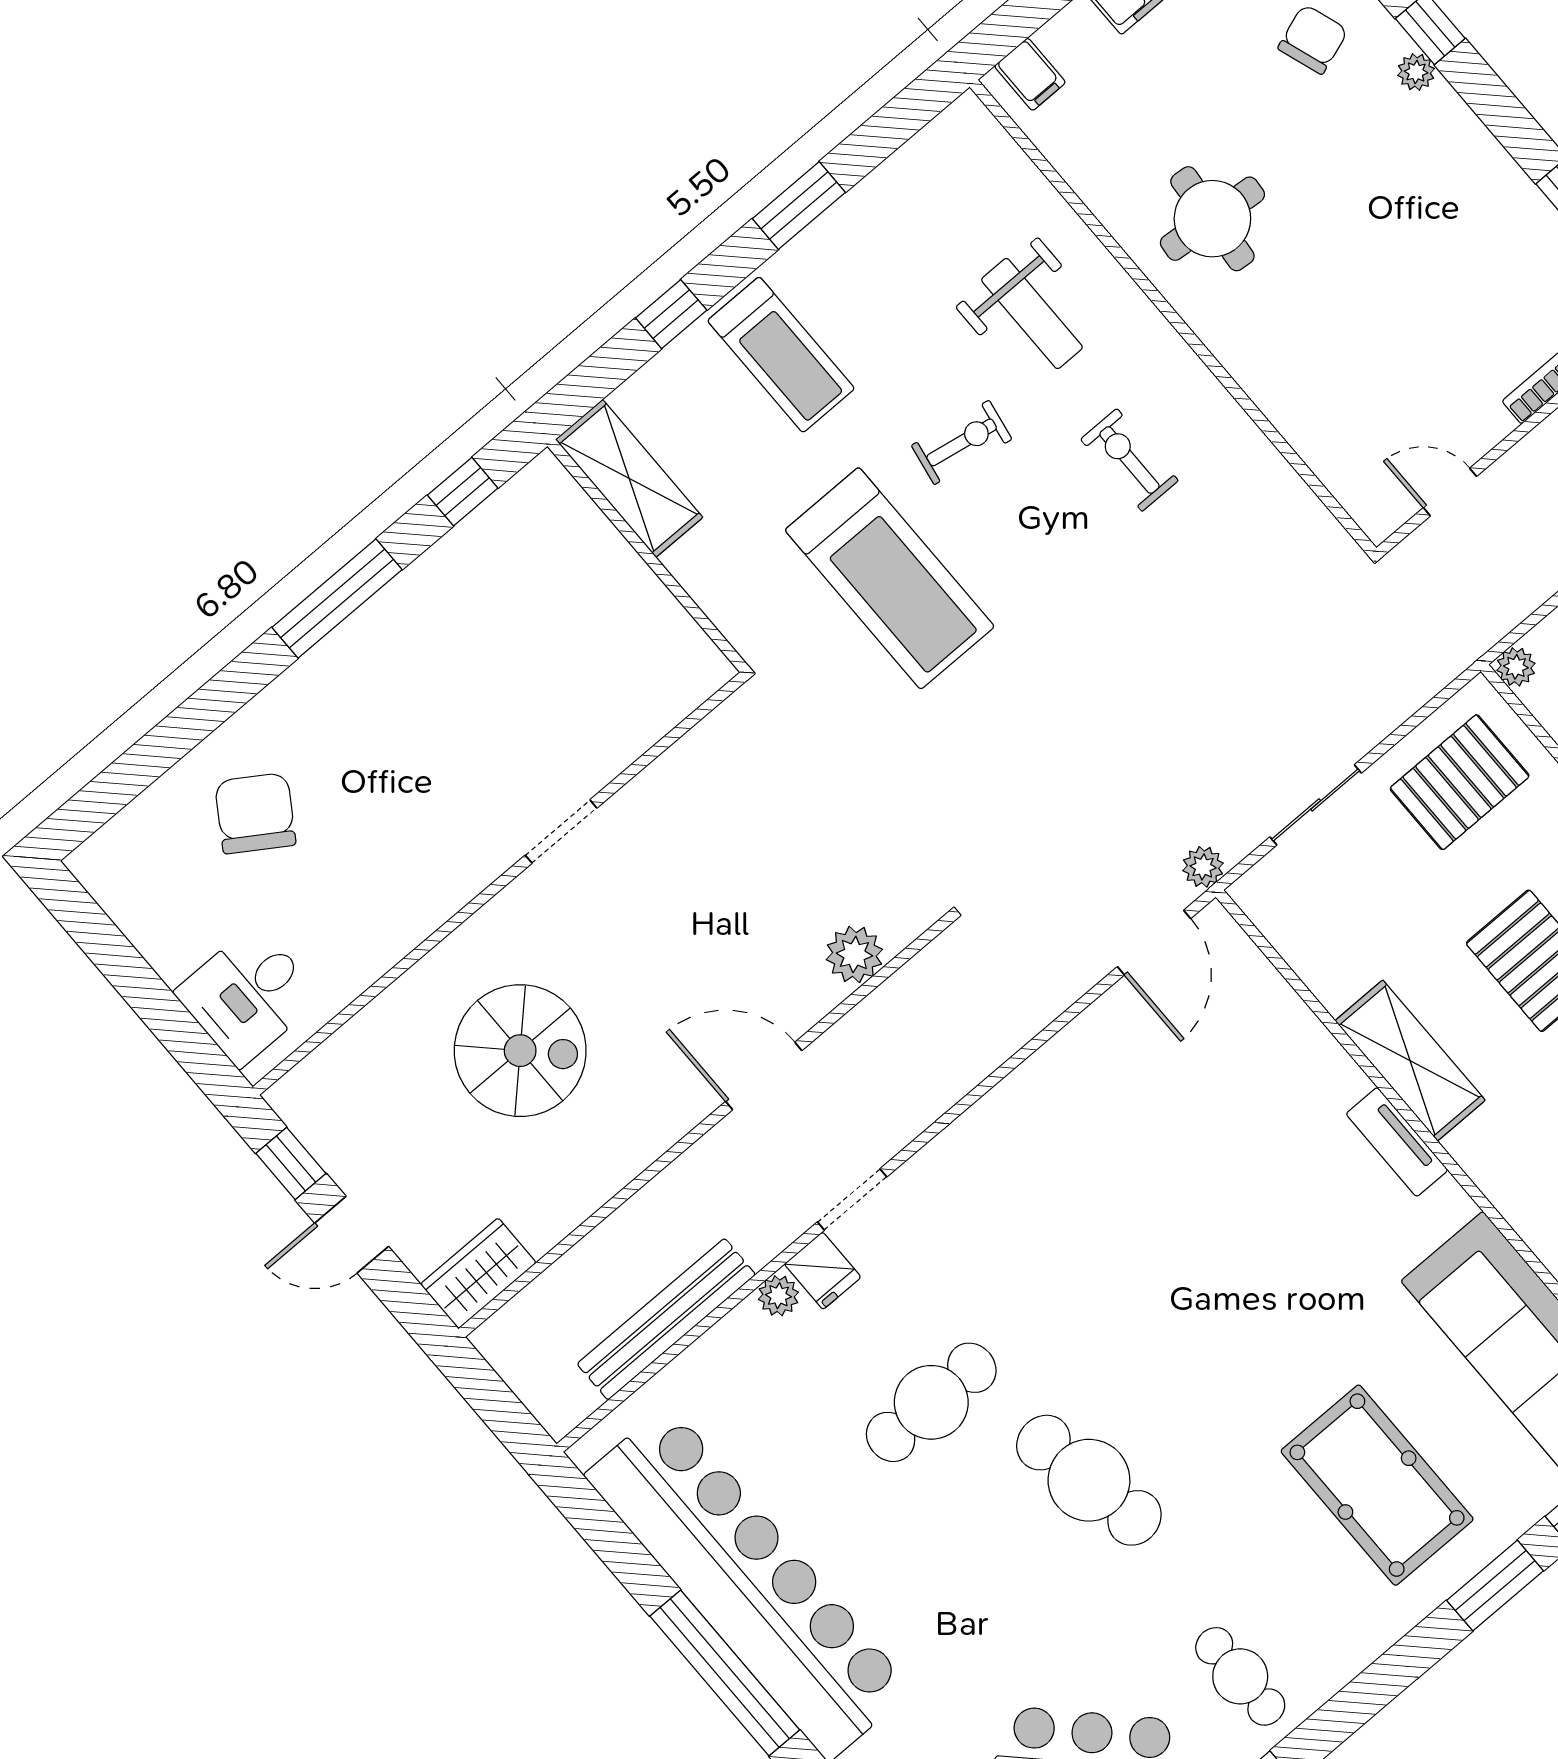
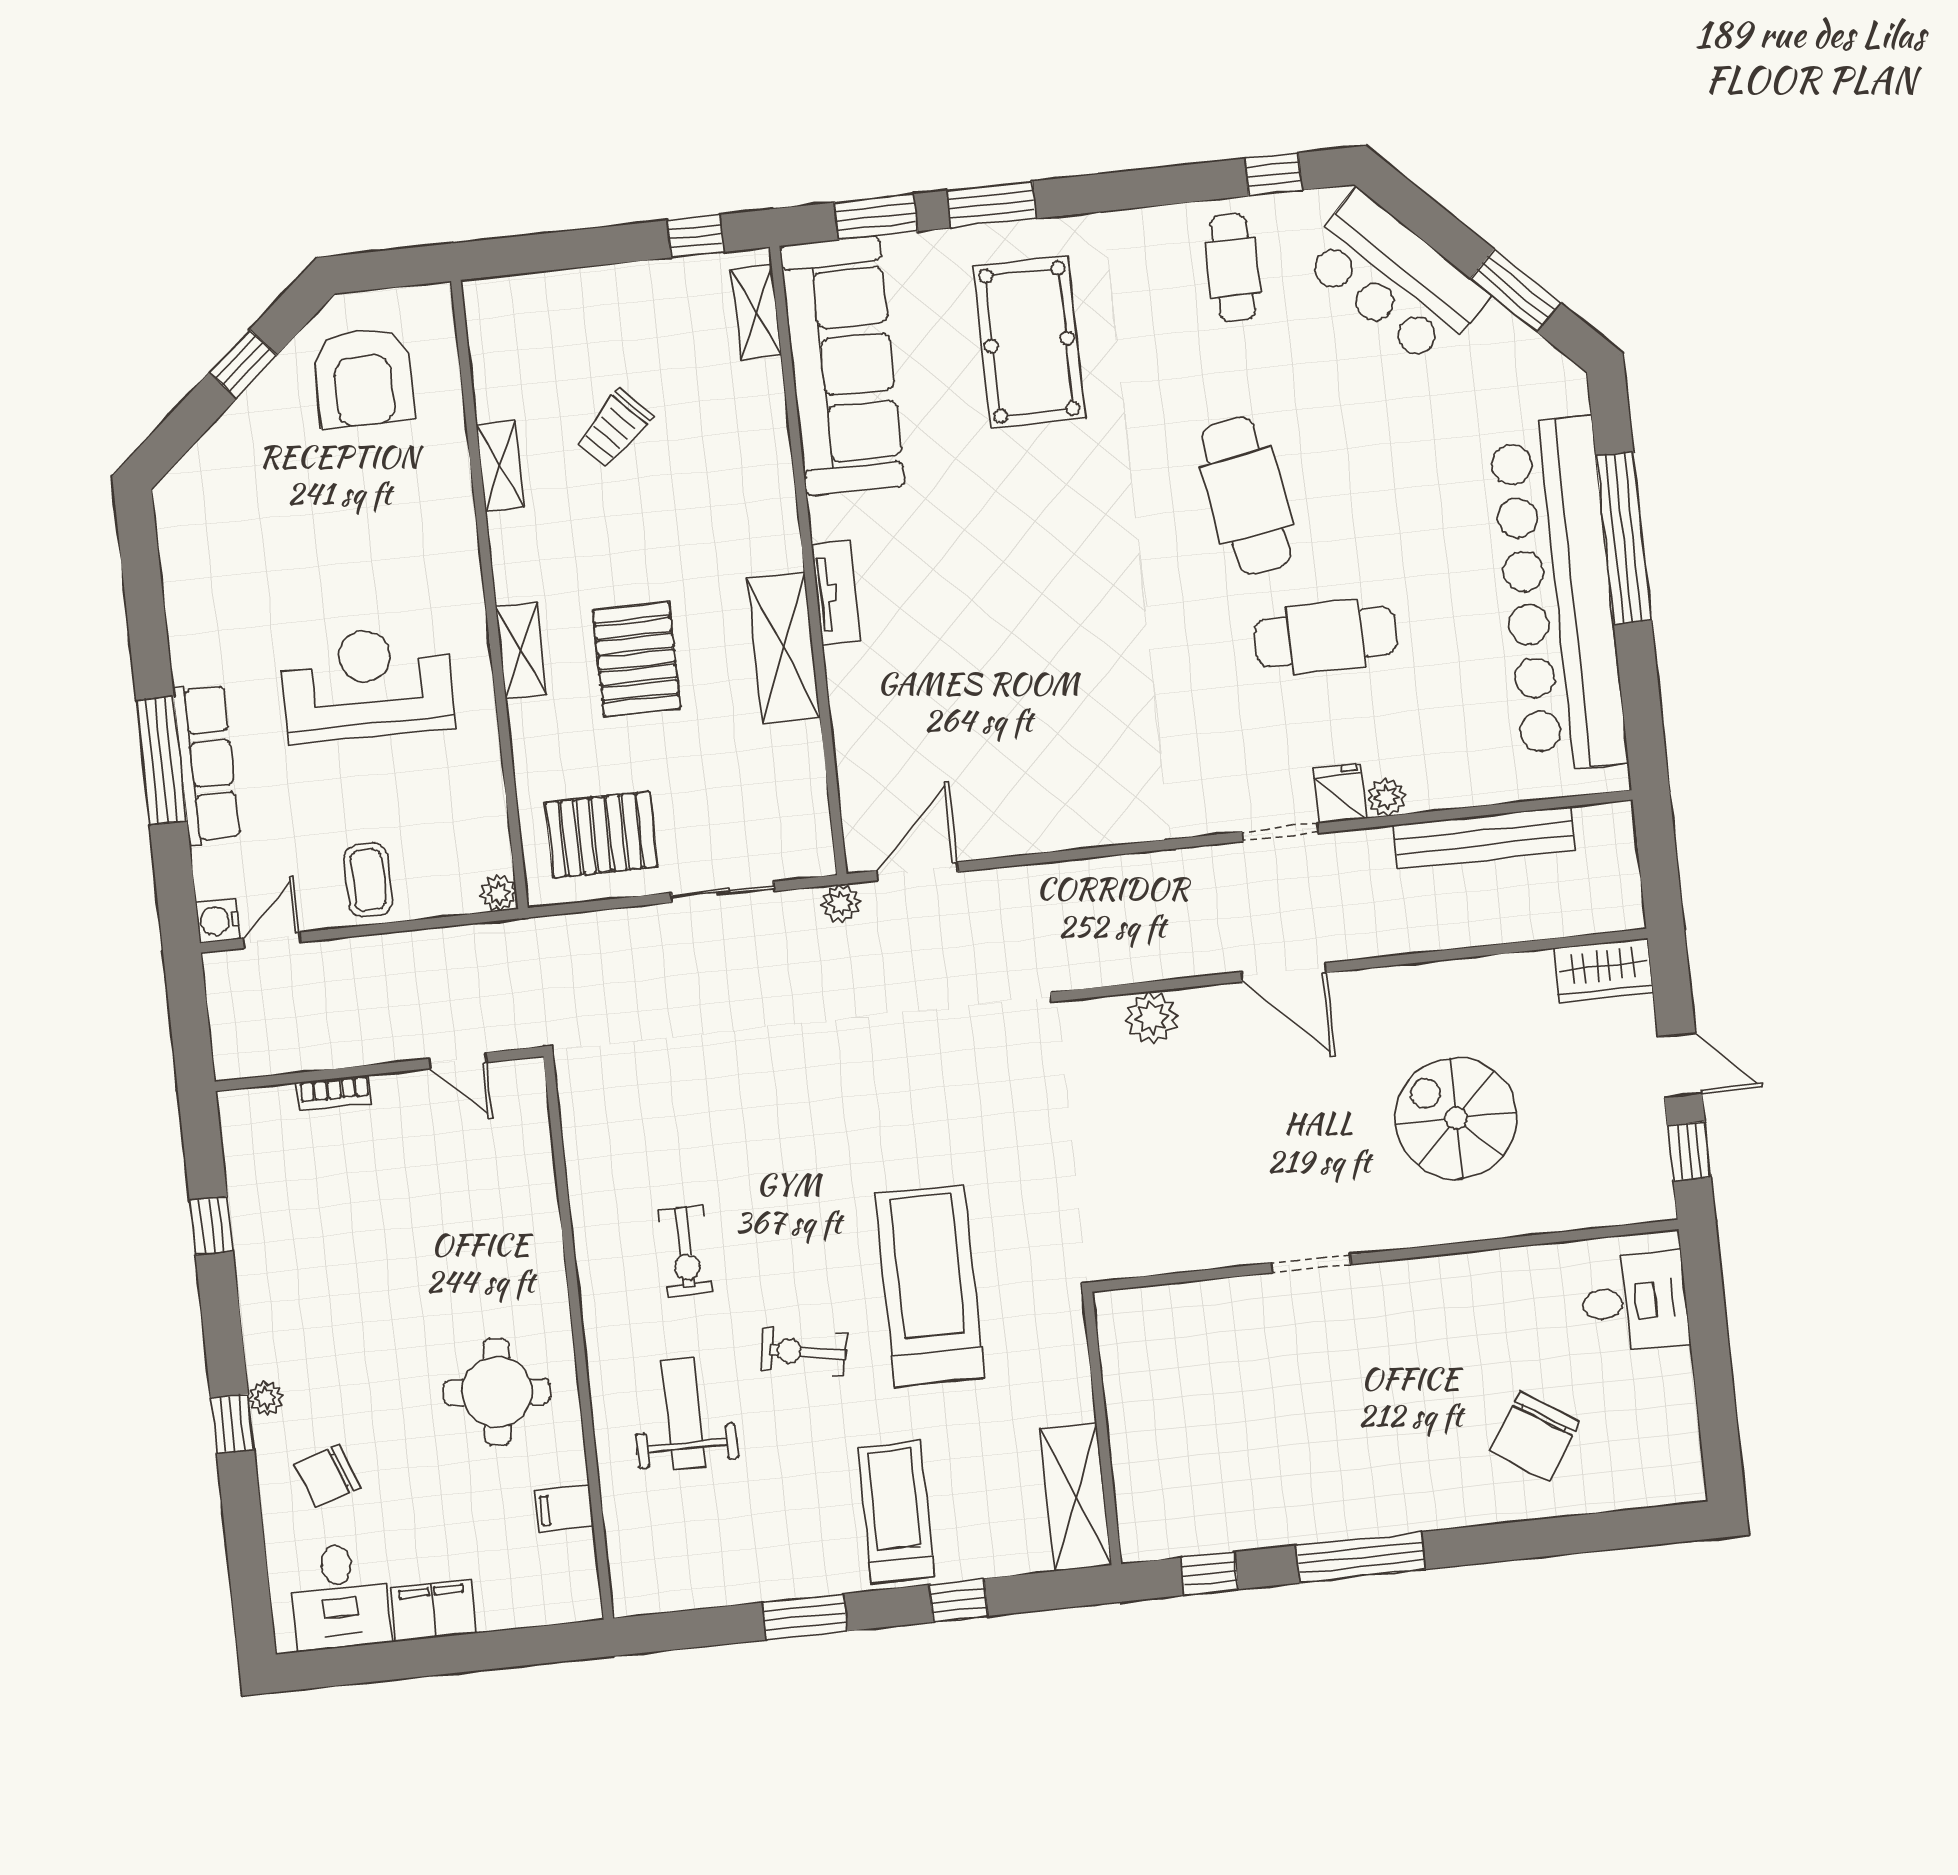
filing cabinet: (1030, 74) -> (564, 1509), moved, turned -90

